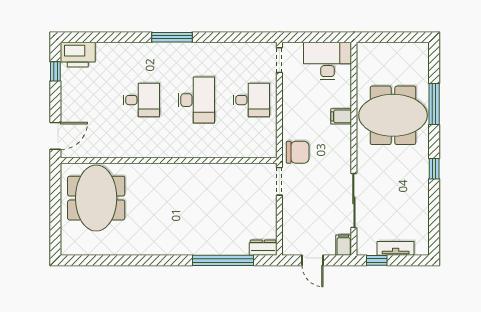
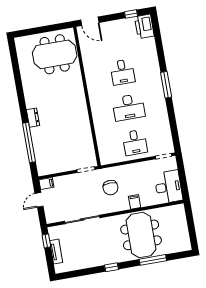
chair: (298, 152) -> (110, 188), moved
filing cabinet: (344, 245) -> (46, 183), moved
dresser: (263, 248) -> (33, 118), moved

